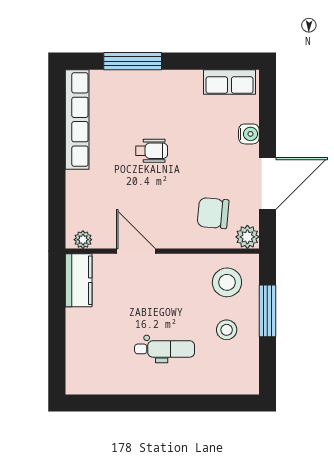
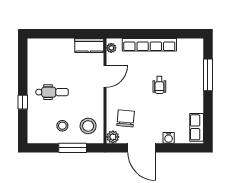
row of seats: (77, 119) -> (149, 45), moved
dental chair: (165, 349) -> (52, 92), turned -90
window: (183, 403) -> (23, 102), added

